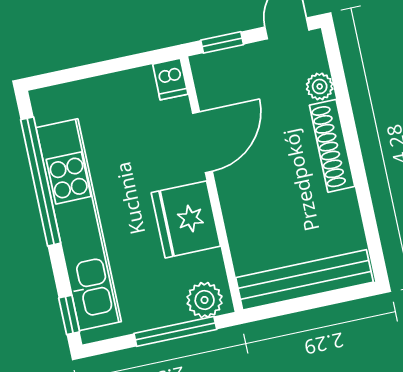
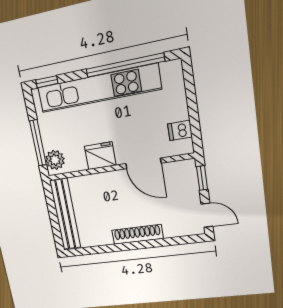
dishwasher: (170, 79) -> (180, 130), moved
plant: (320, 86) -> (171, 231), removed
fridge: (186, 219) -> (100, 156), width x0.73, depth x0.75

